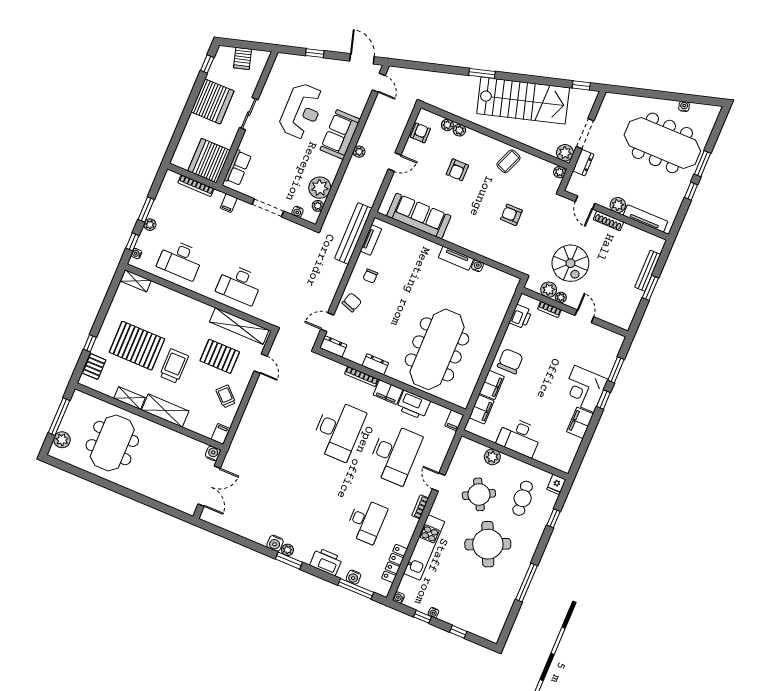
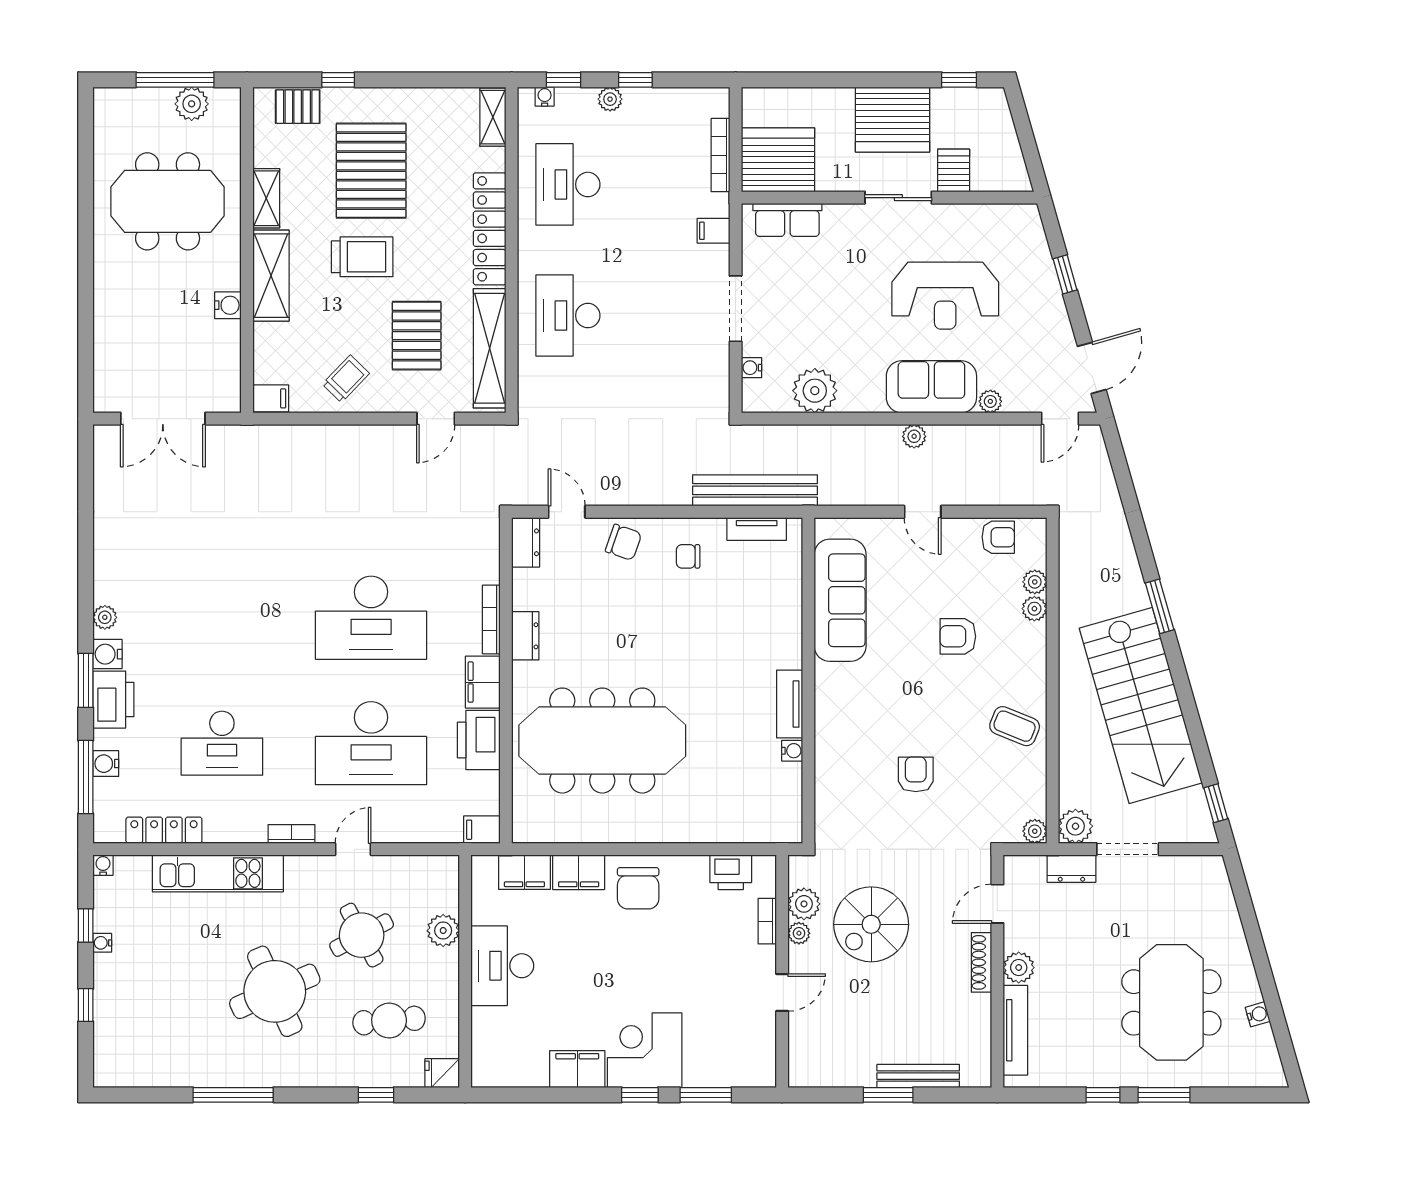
server rack: (243, 58) -> (954, 170), moved, turned 106
meeting table: (662, 143) -> (1171, 1002), width x0.73
plant: (318, 206) -> (990, 401), moved
window: (146, 210) -> (635, 80), width x0.67
locker: (185, 303) -> (490, 229), added
chair: (510, 361) -> (638, 888), turned 90
plant: (62, 440) -> (192, 104), moved
water cooler: (213, 453) -> (228, 305), moved
water cooler: (275, 543) -> (107, 654), moved
window: (289, 561) -> (86, 680), moved

